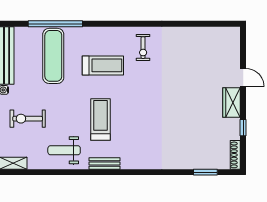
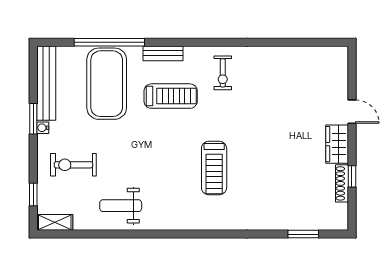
exercise mat: (53, 56) -> (107, 84), width x1.47
treadmill: (101, 120) -> (214, 168), moved, turned 180
shoe rack: (235, 155) -> (342, 183), moved
bench: (104, 164) -> (163, 53), moved

